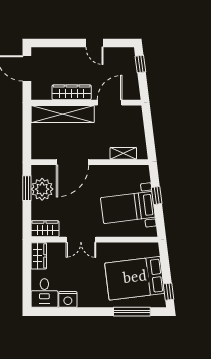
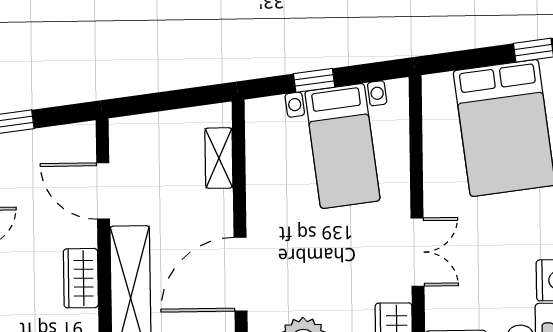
wardrobe: (72, 92) -> (81, 278), width x0.67
door: (72, 162) -> (240, 274), swing flipped

